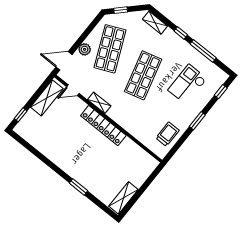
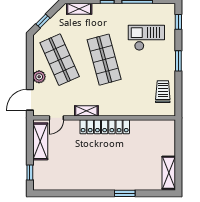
checkout: (187, 84) -> (146, 38), turned 90

